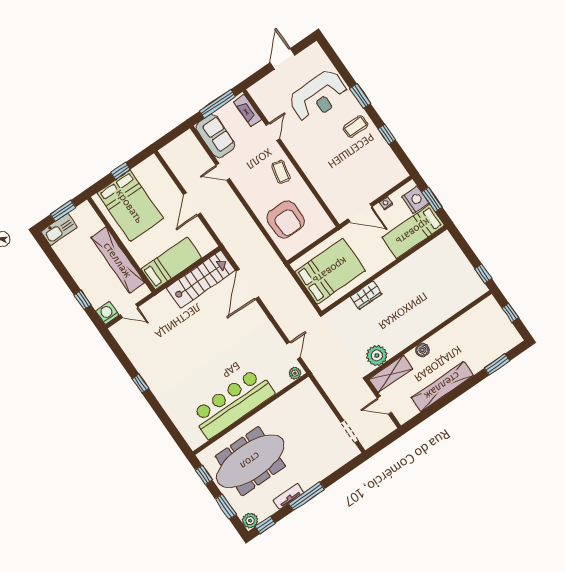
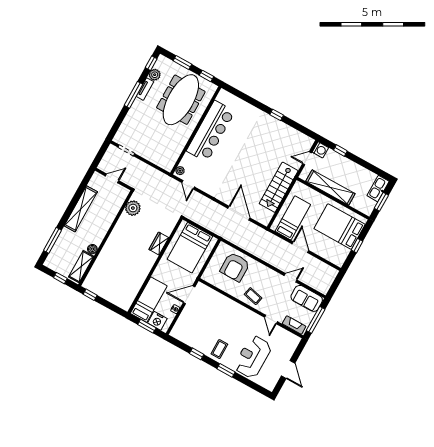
armchair: (286, 220) -> (235, 267), turned -90
bed: (171, 263) -> (293, 218), moved, turned 180
stairs: (201, 279) -> (279, 187), moved
boiler: (422, 350) -> (92, 249), moved
window: (497, 364) -> (52, 240), width x1.44
shelving: (391, 374) -> (81, 267), moved
plant: (250, 521) -> (155, 75), moved

